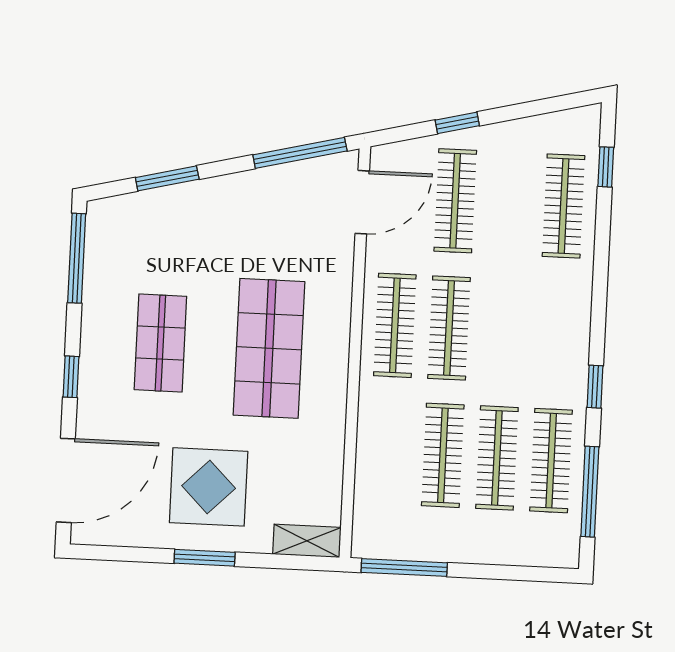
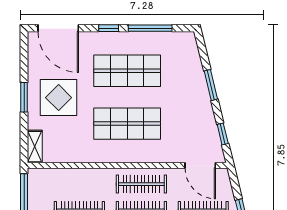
window: (300, 153) -> (223, 134), width x0.46
window: (167, 178) -> (211, 85), moved
window: (77, 258) -> (150, 28), moved
shop shelf: (160, 343) -> (127, 71), width x1.43, depth x1.36

